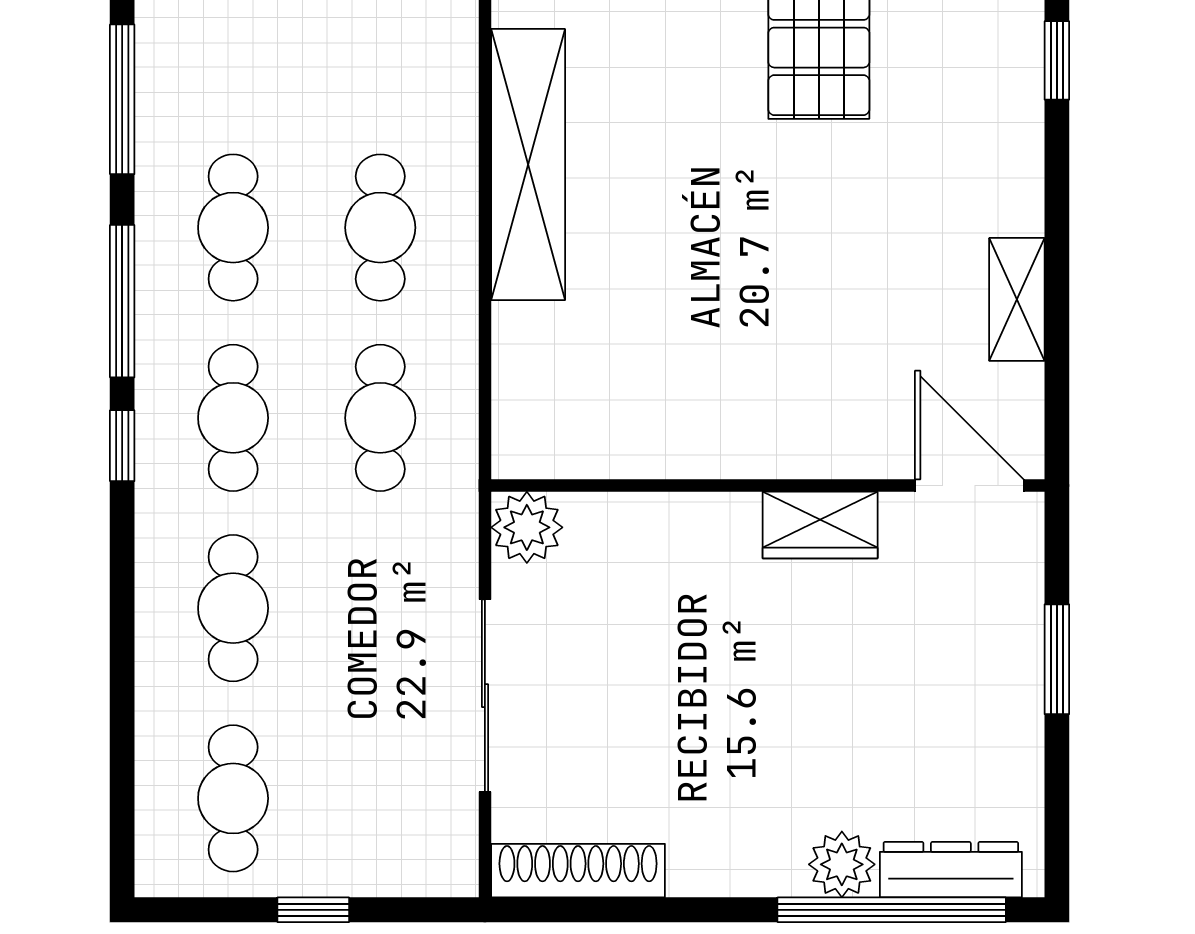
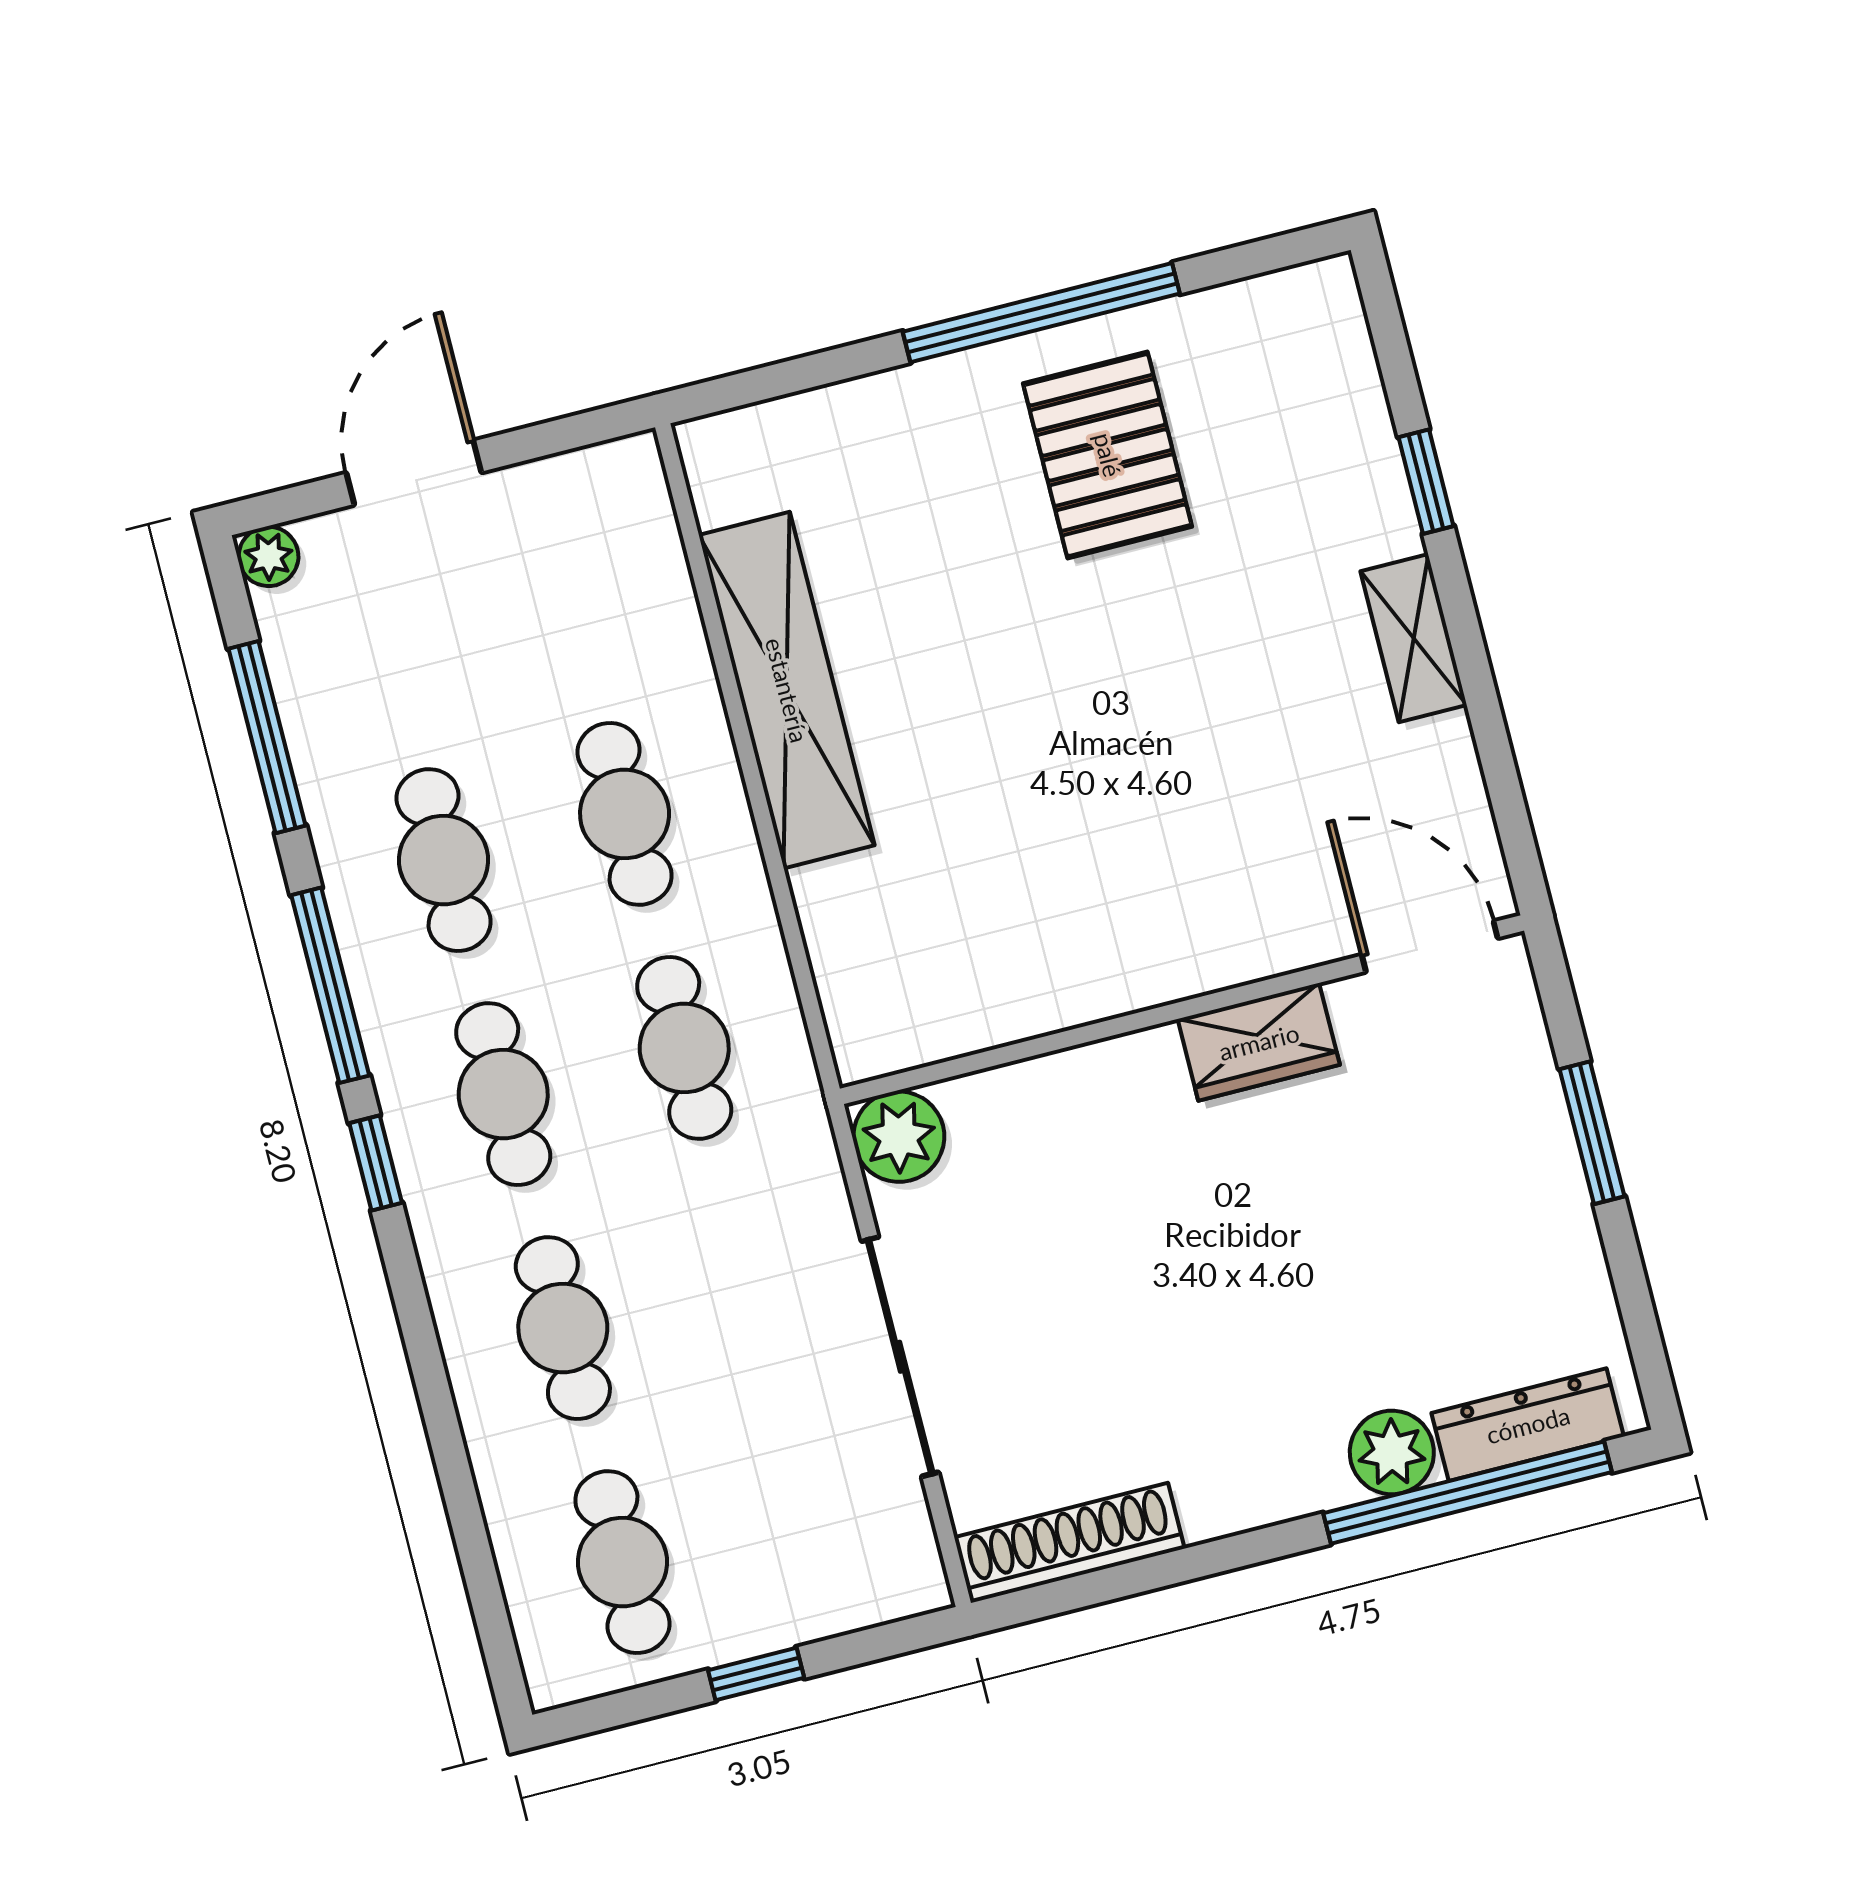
window: (1057, 60) -> (1426, 482), moved
shelving: (1017, 299) -> (1414, 638), moved

